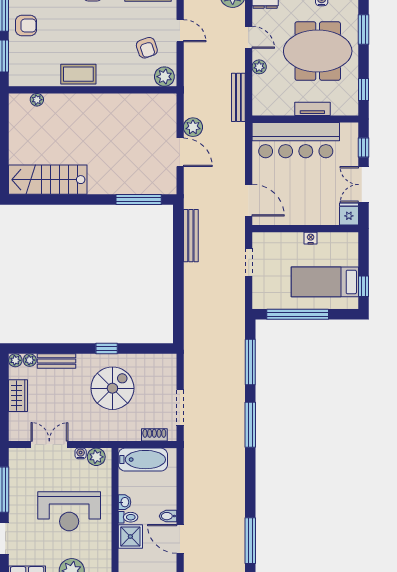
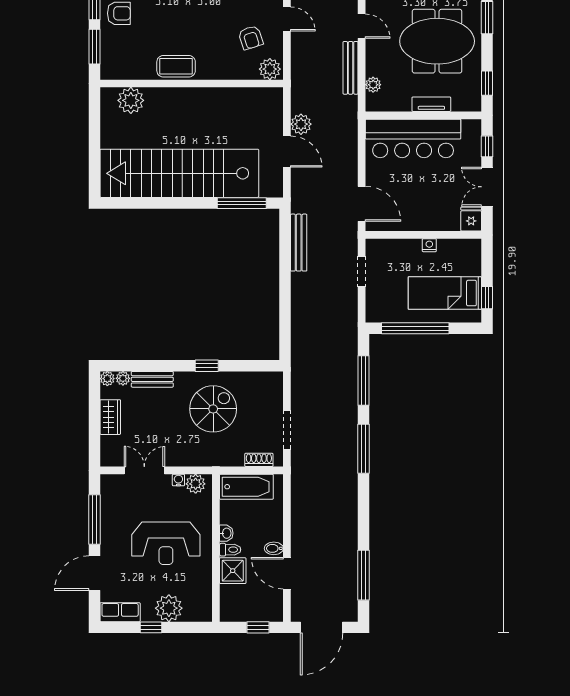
plant: (259, 67) -> (373, 85), moved
bench: (238, 97) -> (351, 68), moved
plant: (37, 100) -> (131, 100), width x1.87, depth x1.87
stairs: (48, 180) -> (179, 173), width x1.86, depth x1.51

